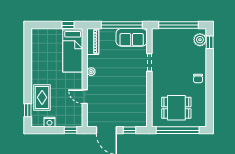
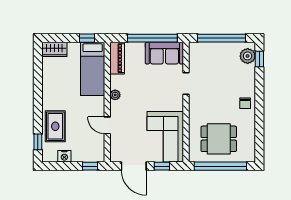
wardrobe: (41, 34) -> (54, 49), added
corner sofa: (132, 106) -> (165, 137), added

